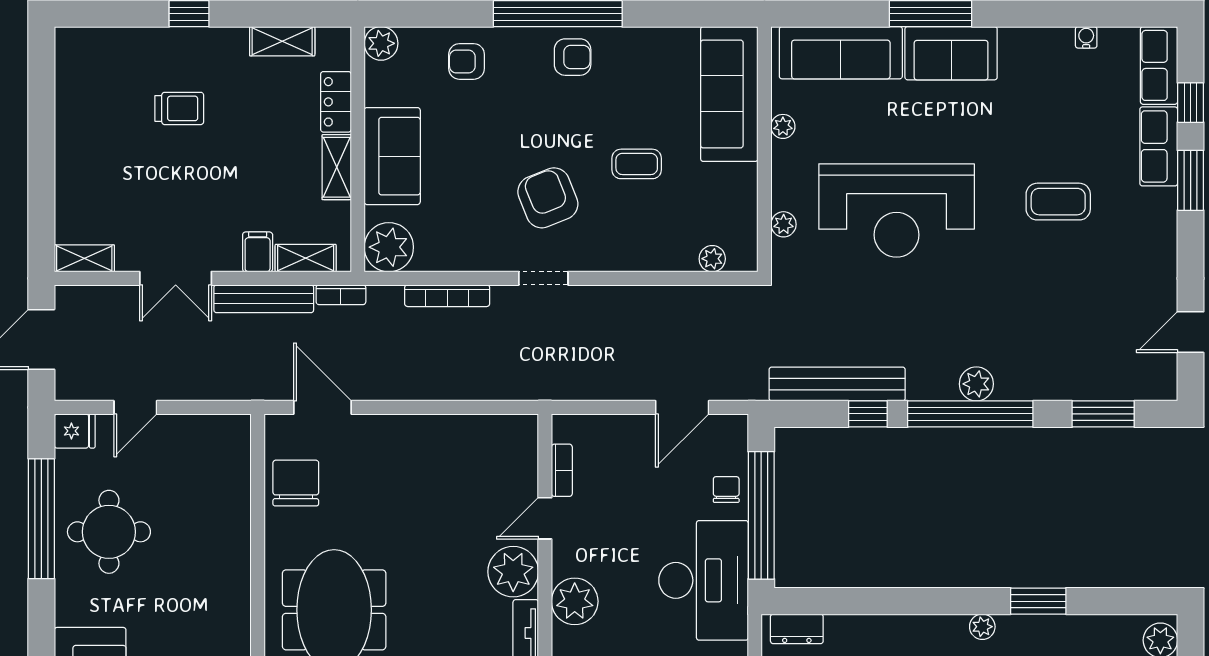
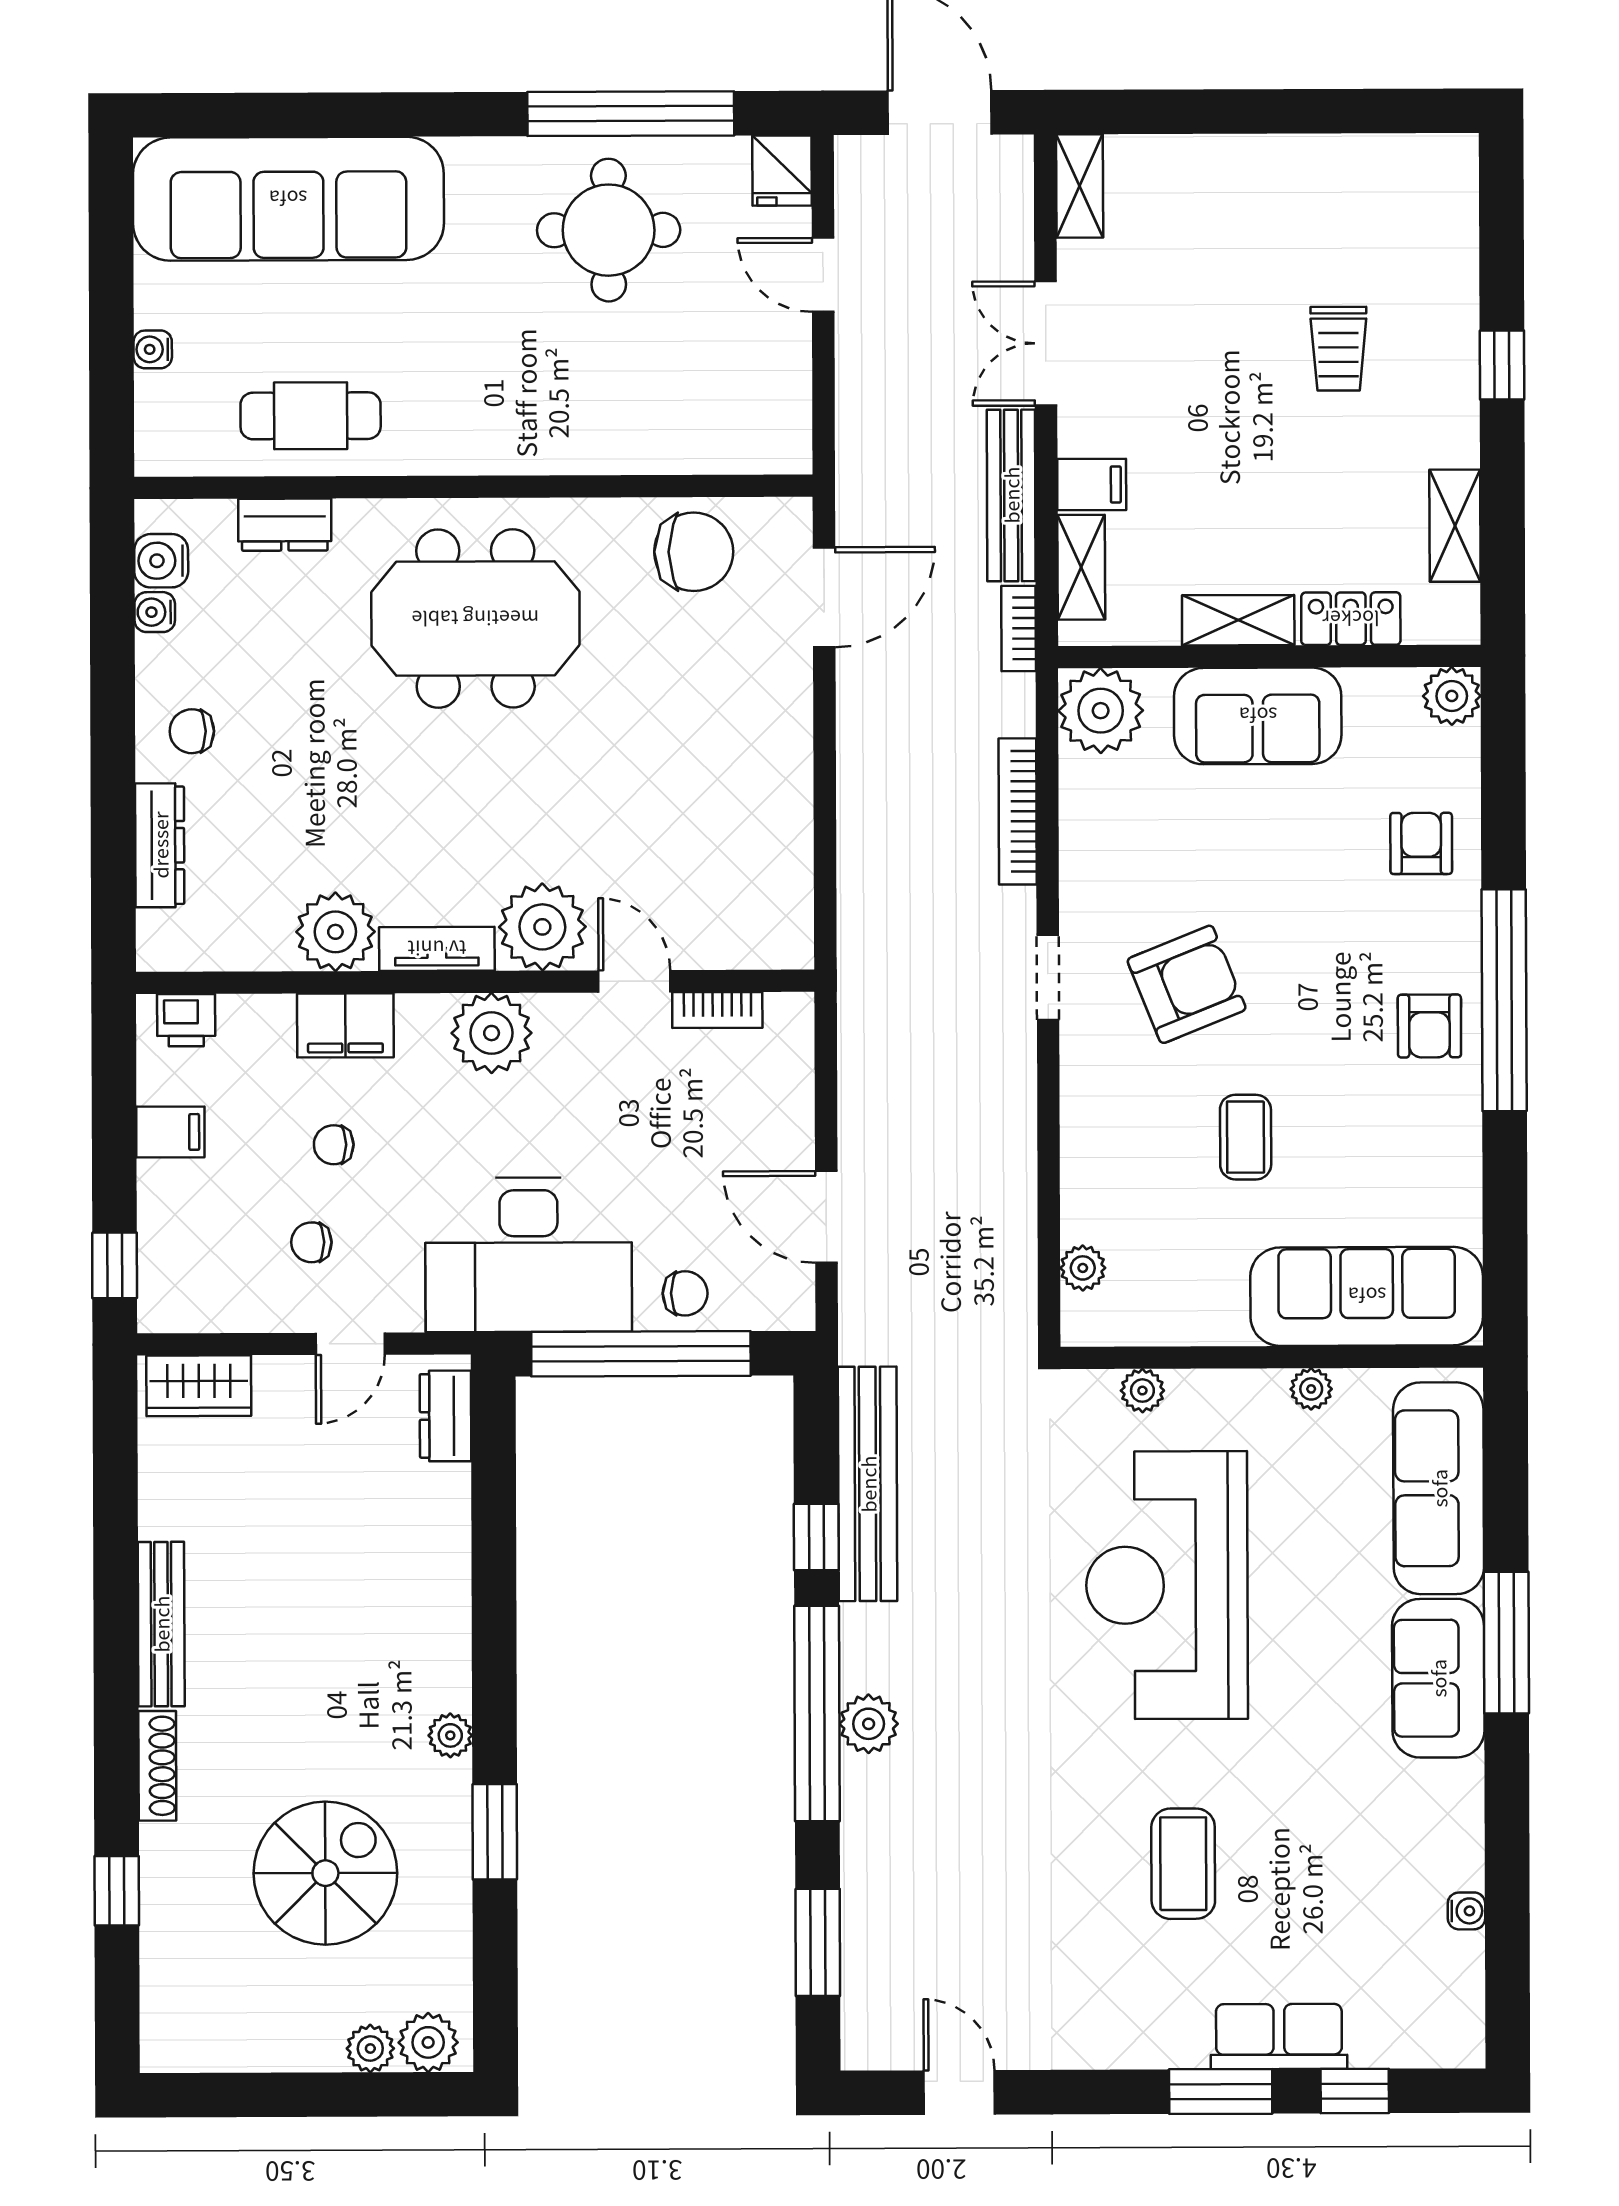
row of seats: (1159, 65) -> (1418, 2037), removed

